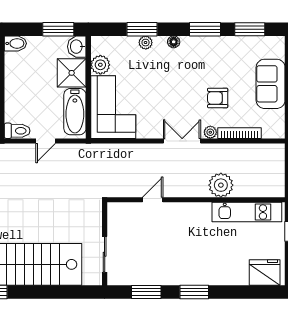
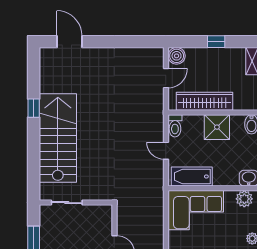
plant: (100, 65) -> (244, 199), moved
shower: (72, 73) -> (217, 127), moved

